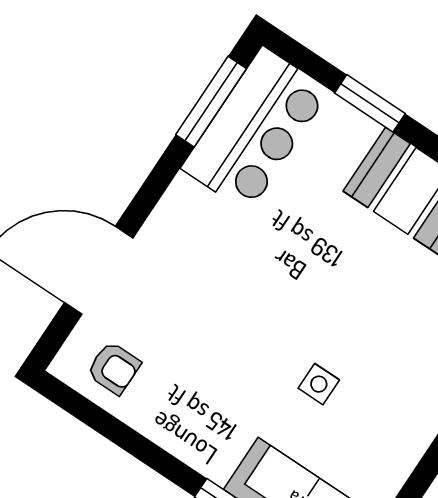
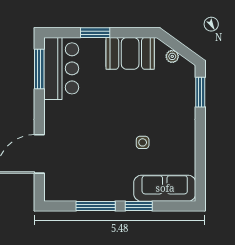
armchair: (114, 368) -> (67, 185), removed
window: (141, 448) -> (96, 206), added

